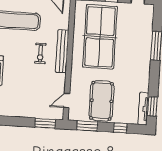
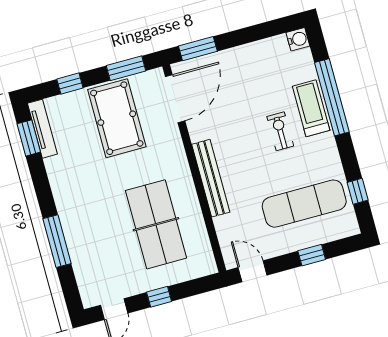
table tennis table: (100, 37) -> (156, 224), width x0.73, depth x0.76
exercise bike: (40, 54) -> (280, 131), moved
door: (67, 100) -> (175, 99), width x1.88

